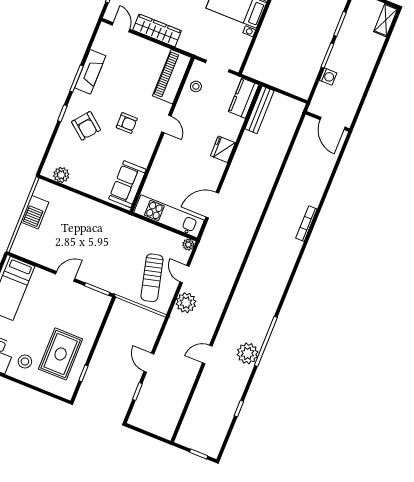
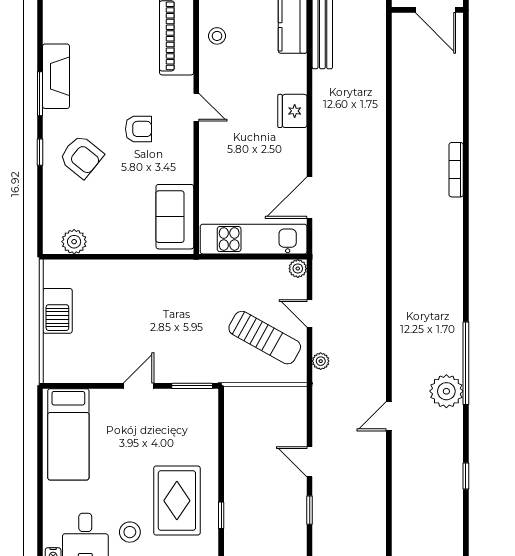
sun lounger: (152, 278) -> (265, 338), turned -47
plant: (186, 303) -> (321, 361), width x0.53, depth x0.53

